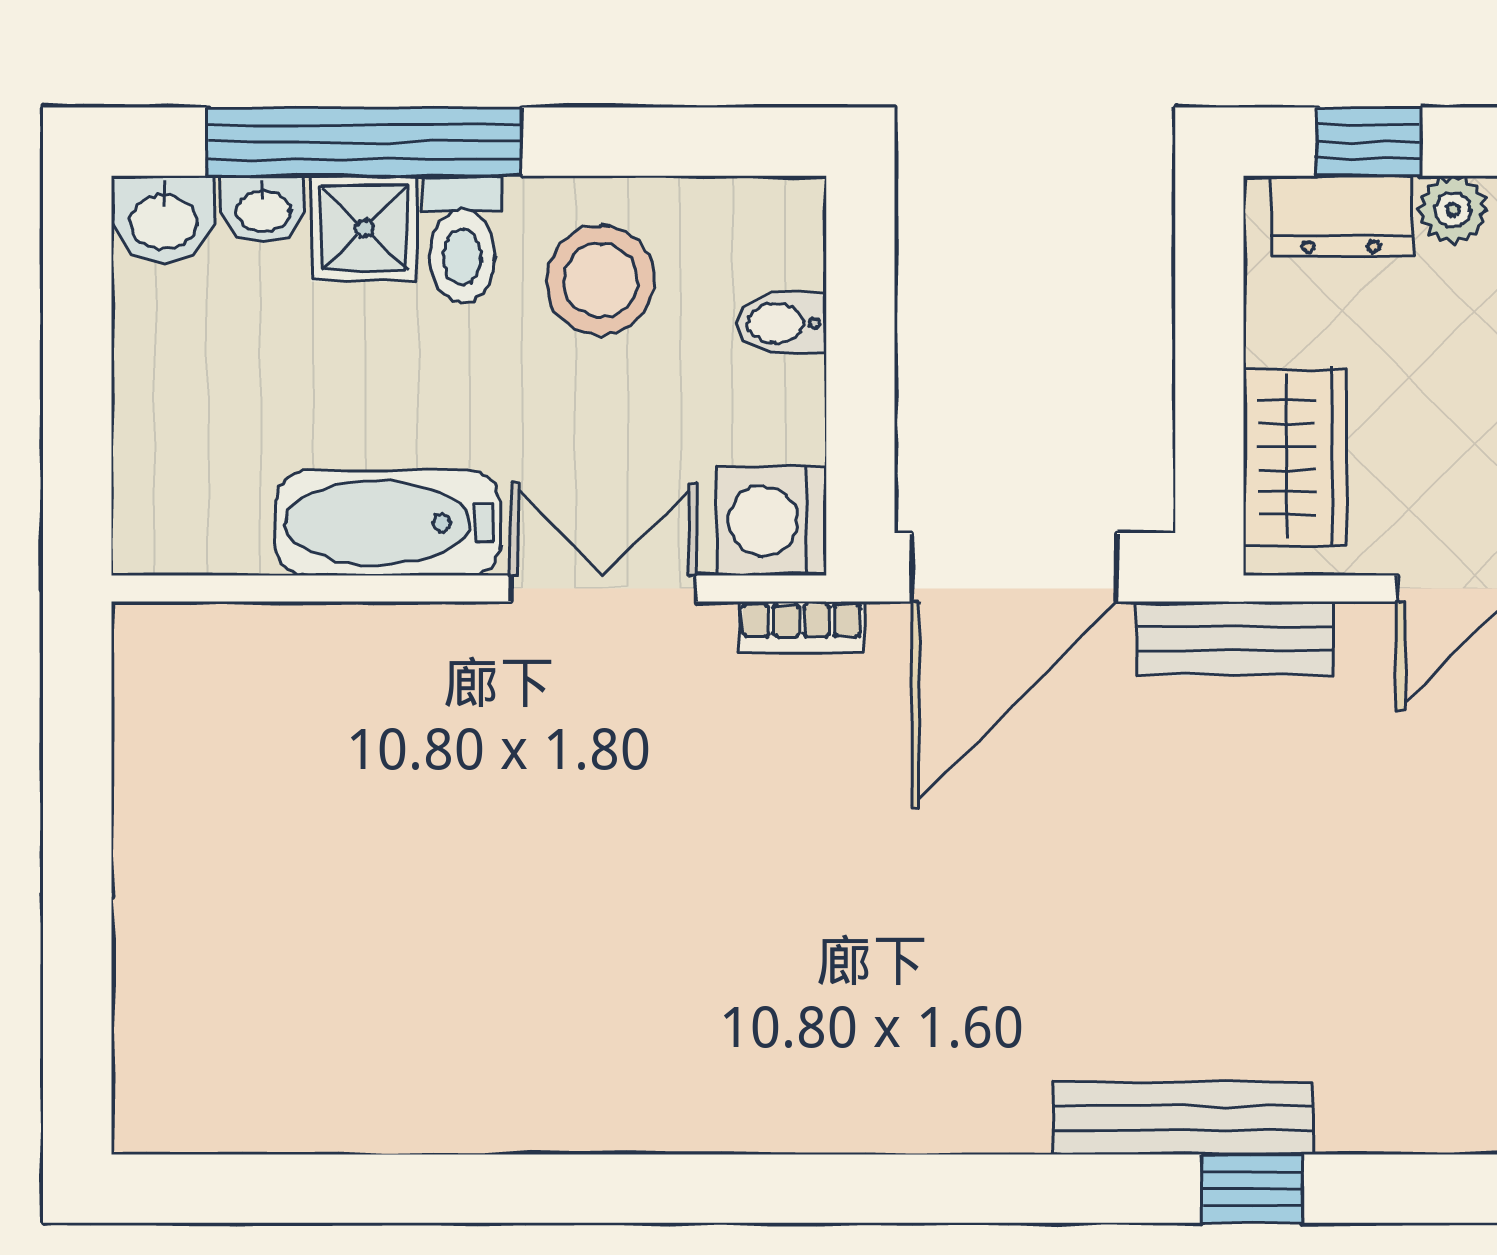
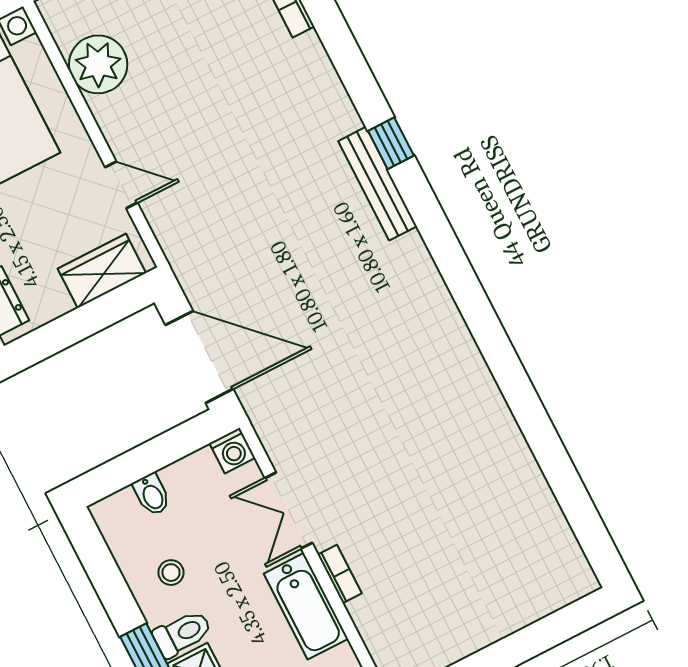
stool: (600, 280) -> (171, 573), width x0.53, depth x0.53
washing machine: (772, 521) -> (232, 451), width x0.73, depth x0.73
bookcase: (801, 627) -> (340, 574), moved
bench: (1234, 639) -> (183, 258), removed

